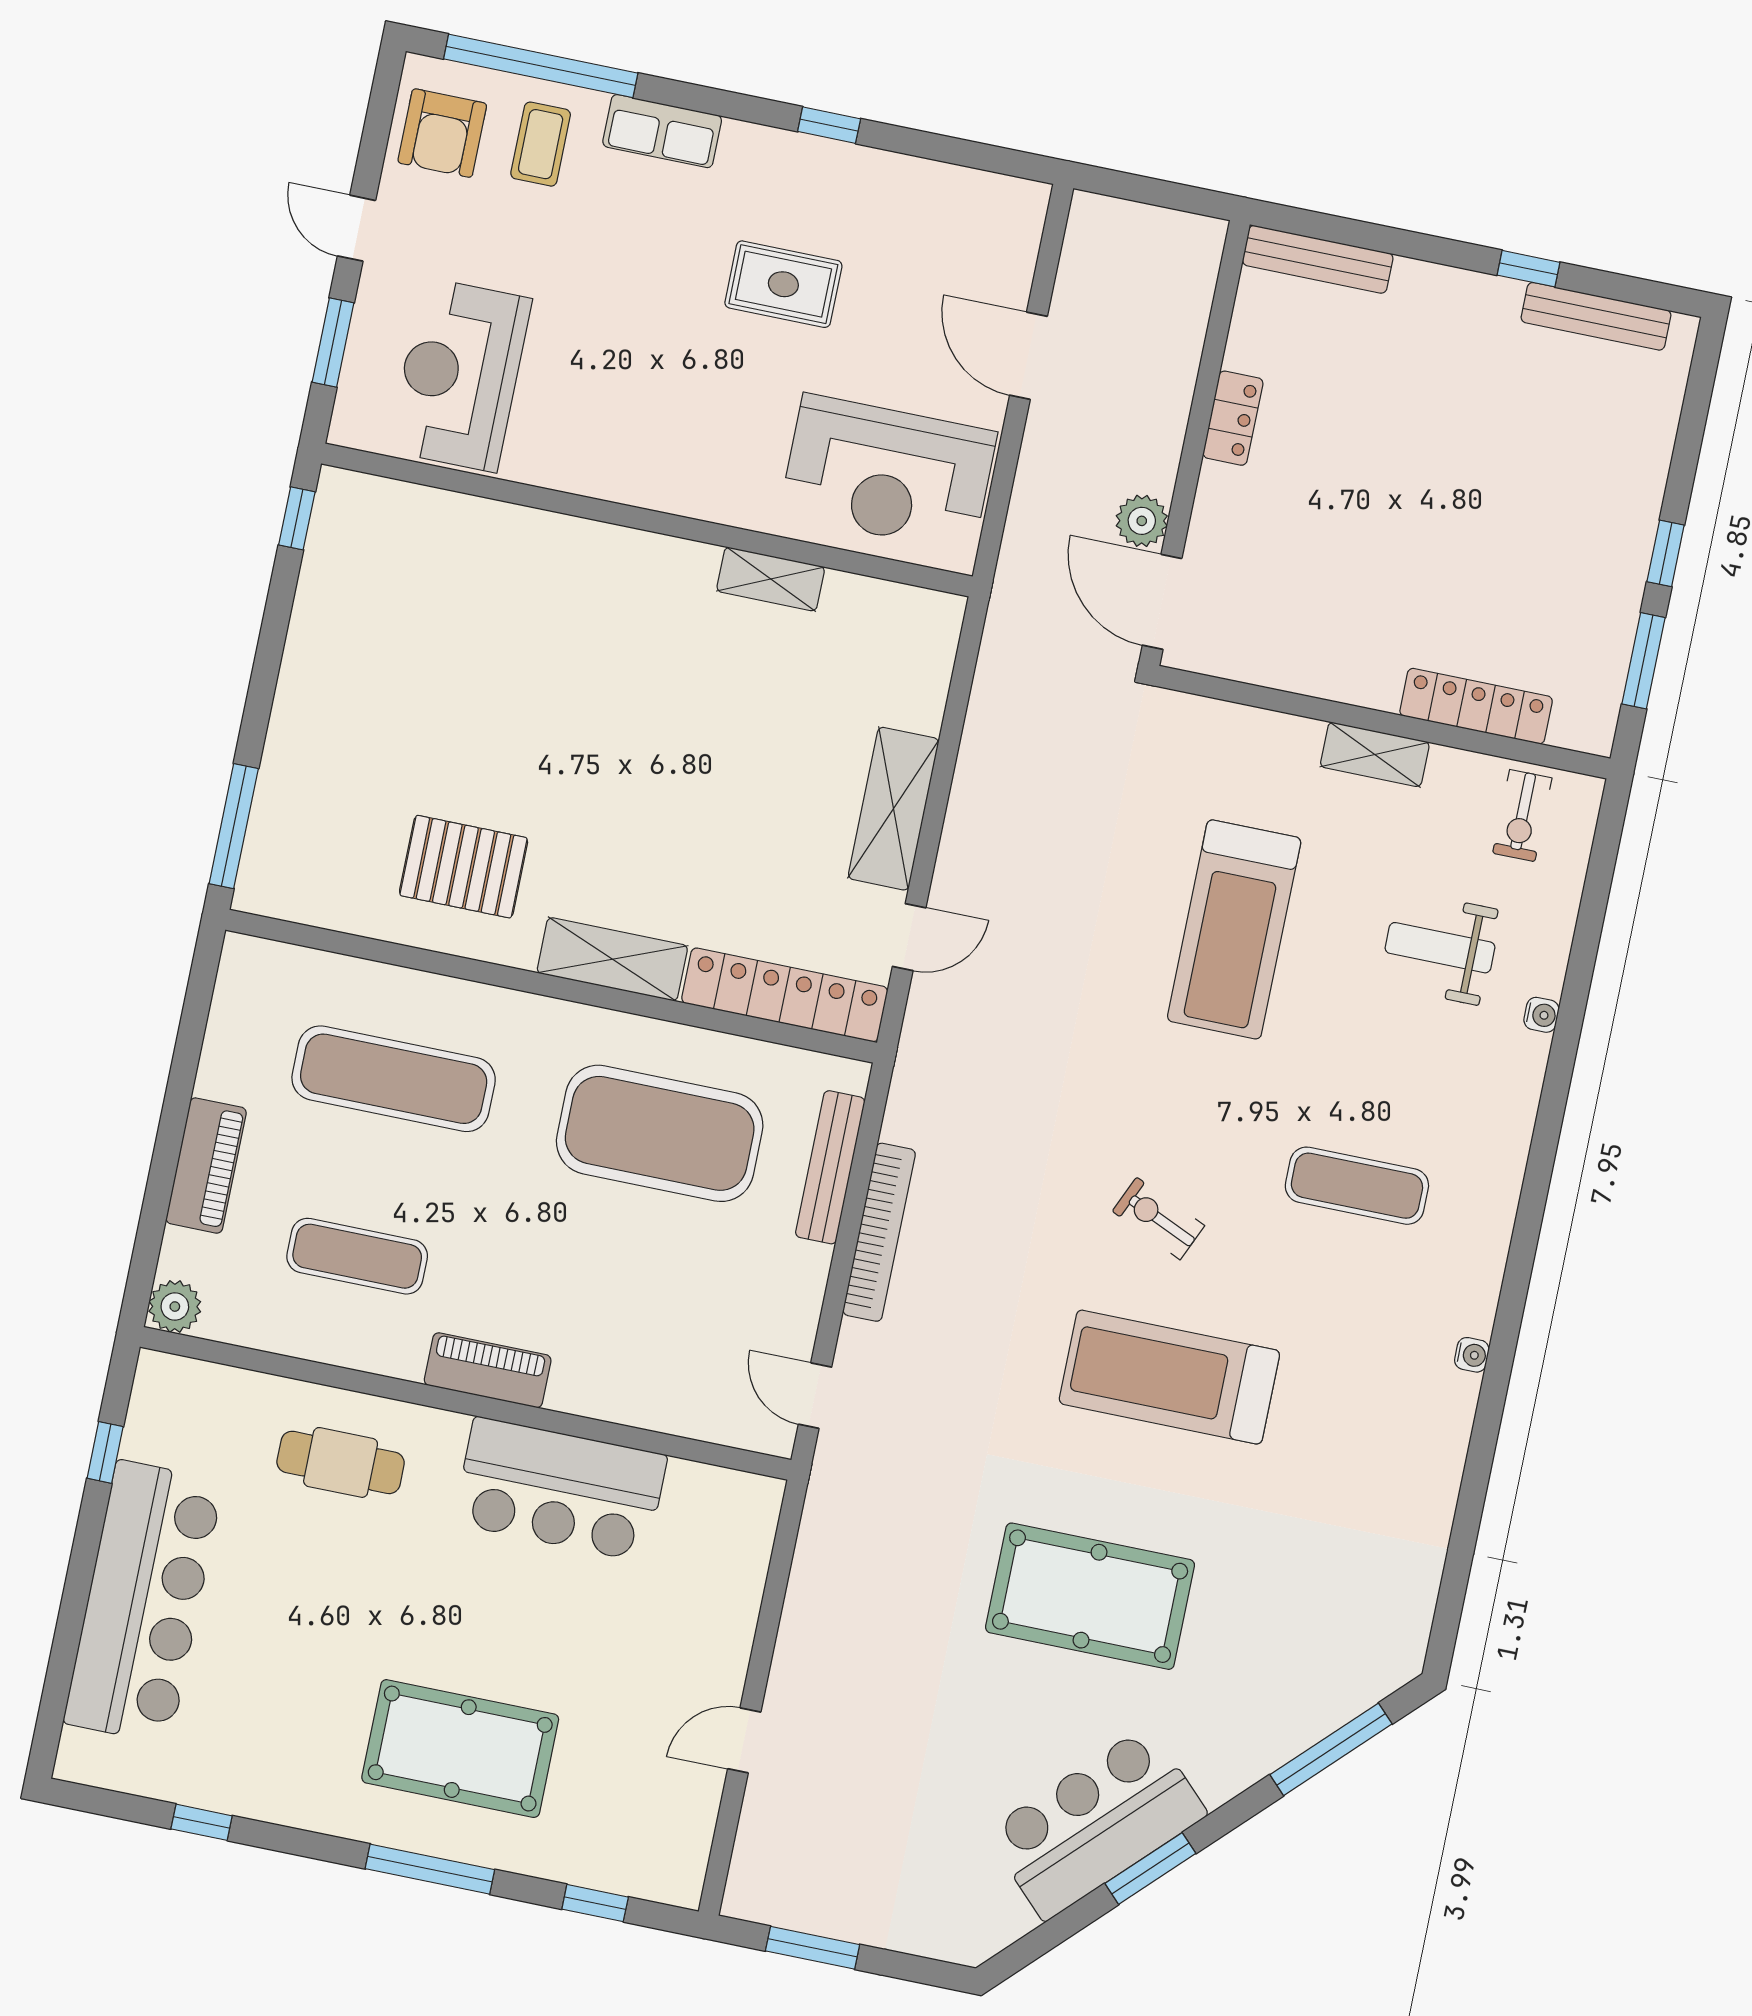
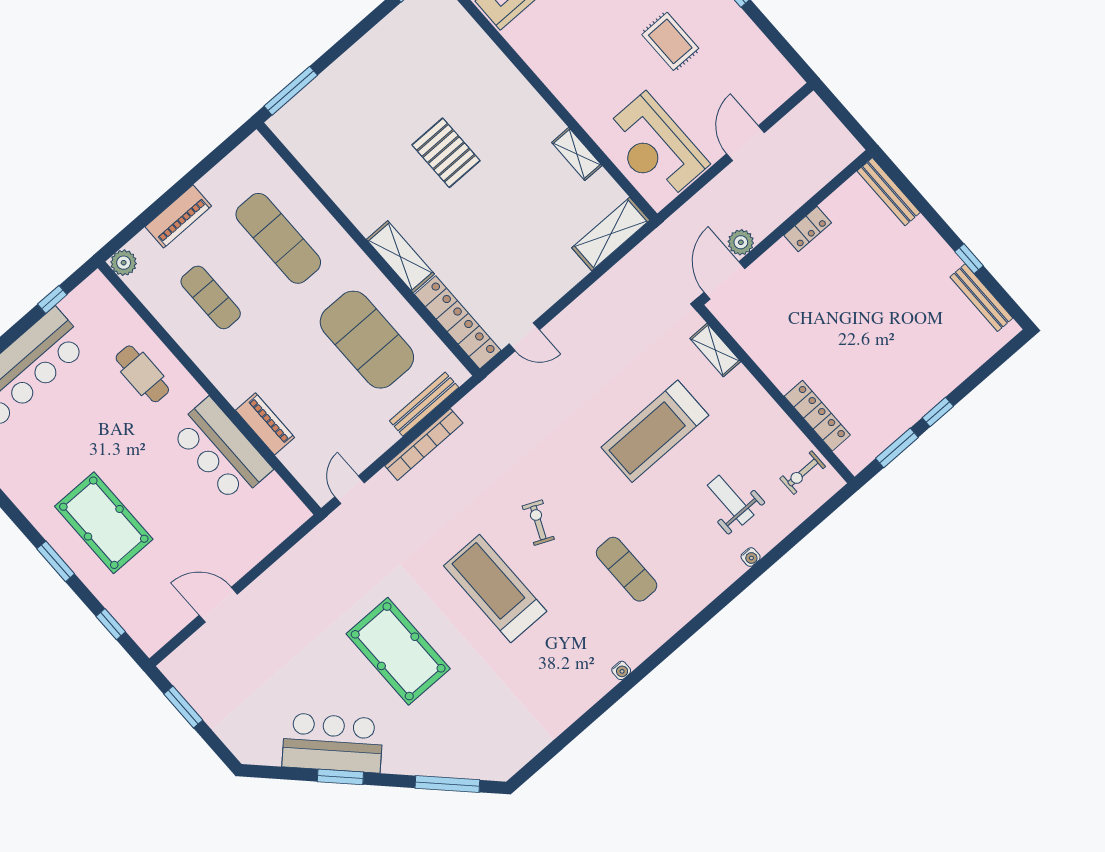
shelving: (1375, 754) -> (715, 350), moved
shelving: (894, 809) -> (611, 234), moved
pallet: (464, 867) -> (446, 153), moved
piano: (488, 1370) -> (265, 424), moved
door: (744, 1740) -> (218, 605), width x1.38
window: (430, 1869) -> (56, 561), width x0.69

